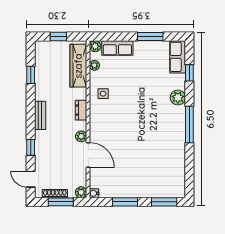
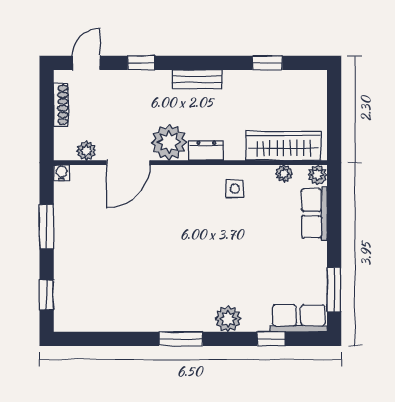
window: (58, 37) -> (334, 111), removed
window: (150, 37) -> (334, 289), moved
window: (189, 125) -> (181, 339), width x0.69
plant: (81, 136) -> (169, 142), width x1.87, depth x1.87
plant: (81, 192) -> (86, 151), moved
window: (61, 202) -> (47, 115), removed
window: (164, 202) -> (47, 295), width x0.67

